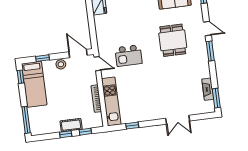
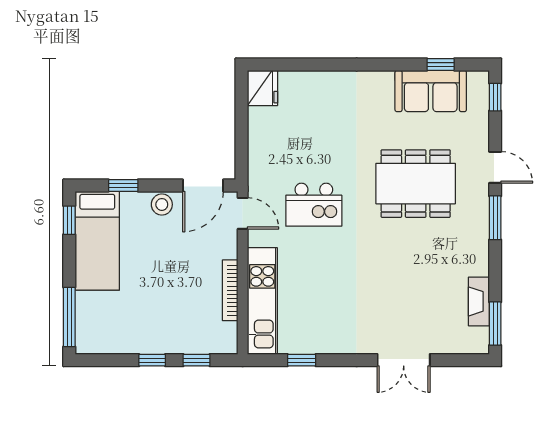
dining table: (173, 40) -> (416, 184), width x1.37
door: (78, 53) -> (203, 186), swing flipped
cot: (71, 125) -> (167, 342), removed

